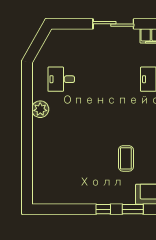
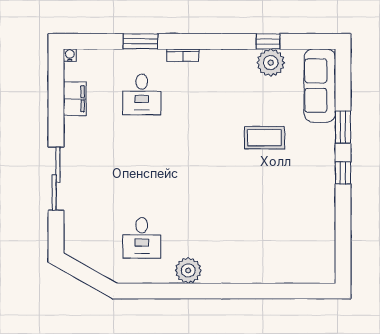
sliding door: (113, 24) -> (56, 179), moved

